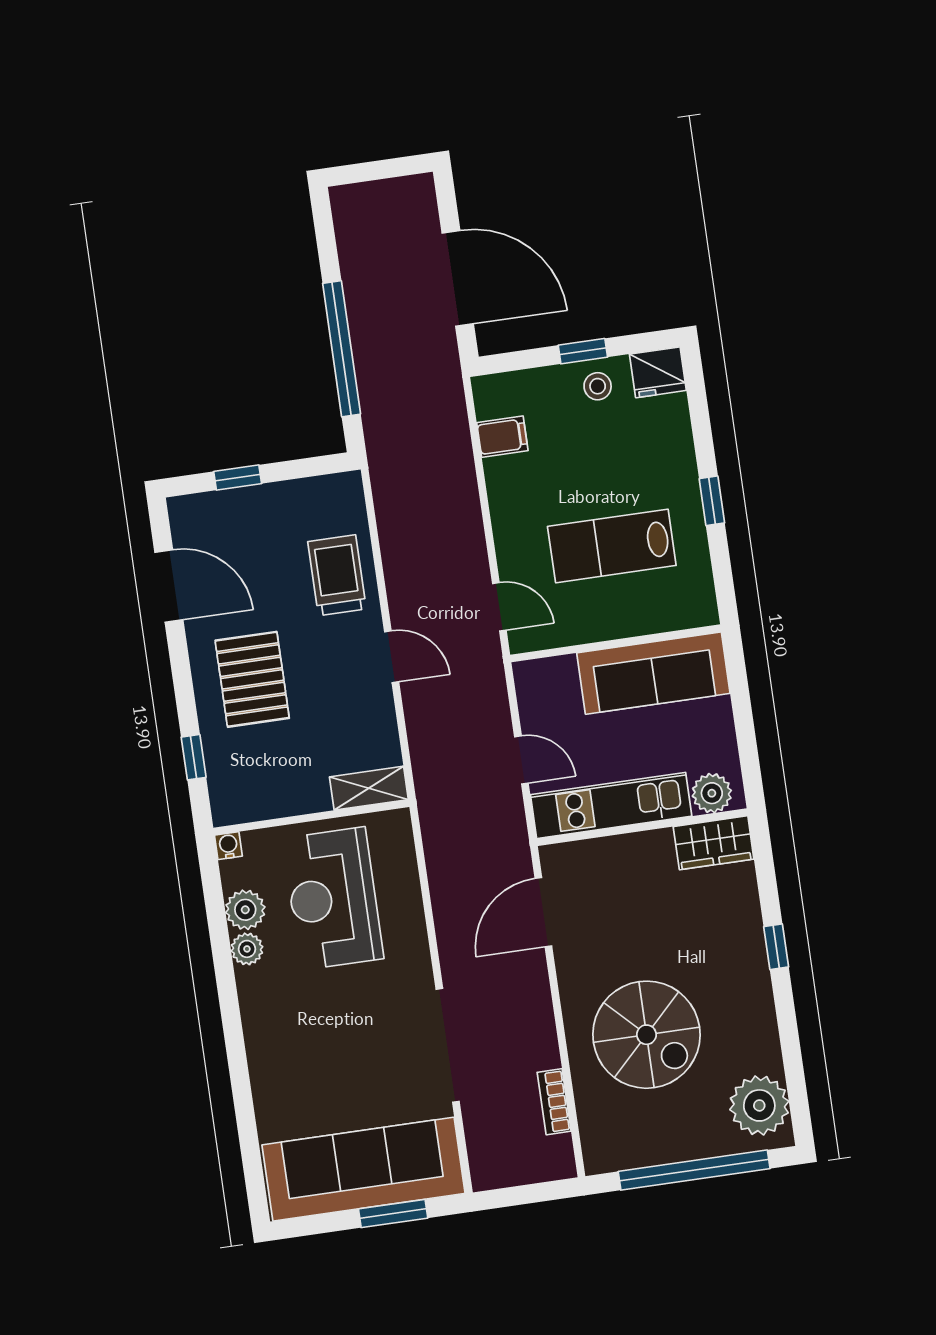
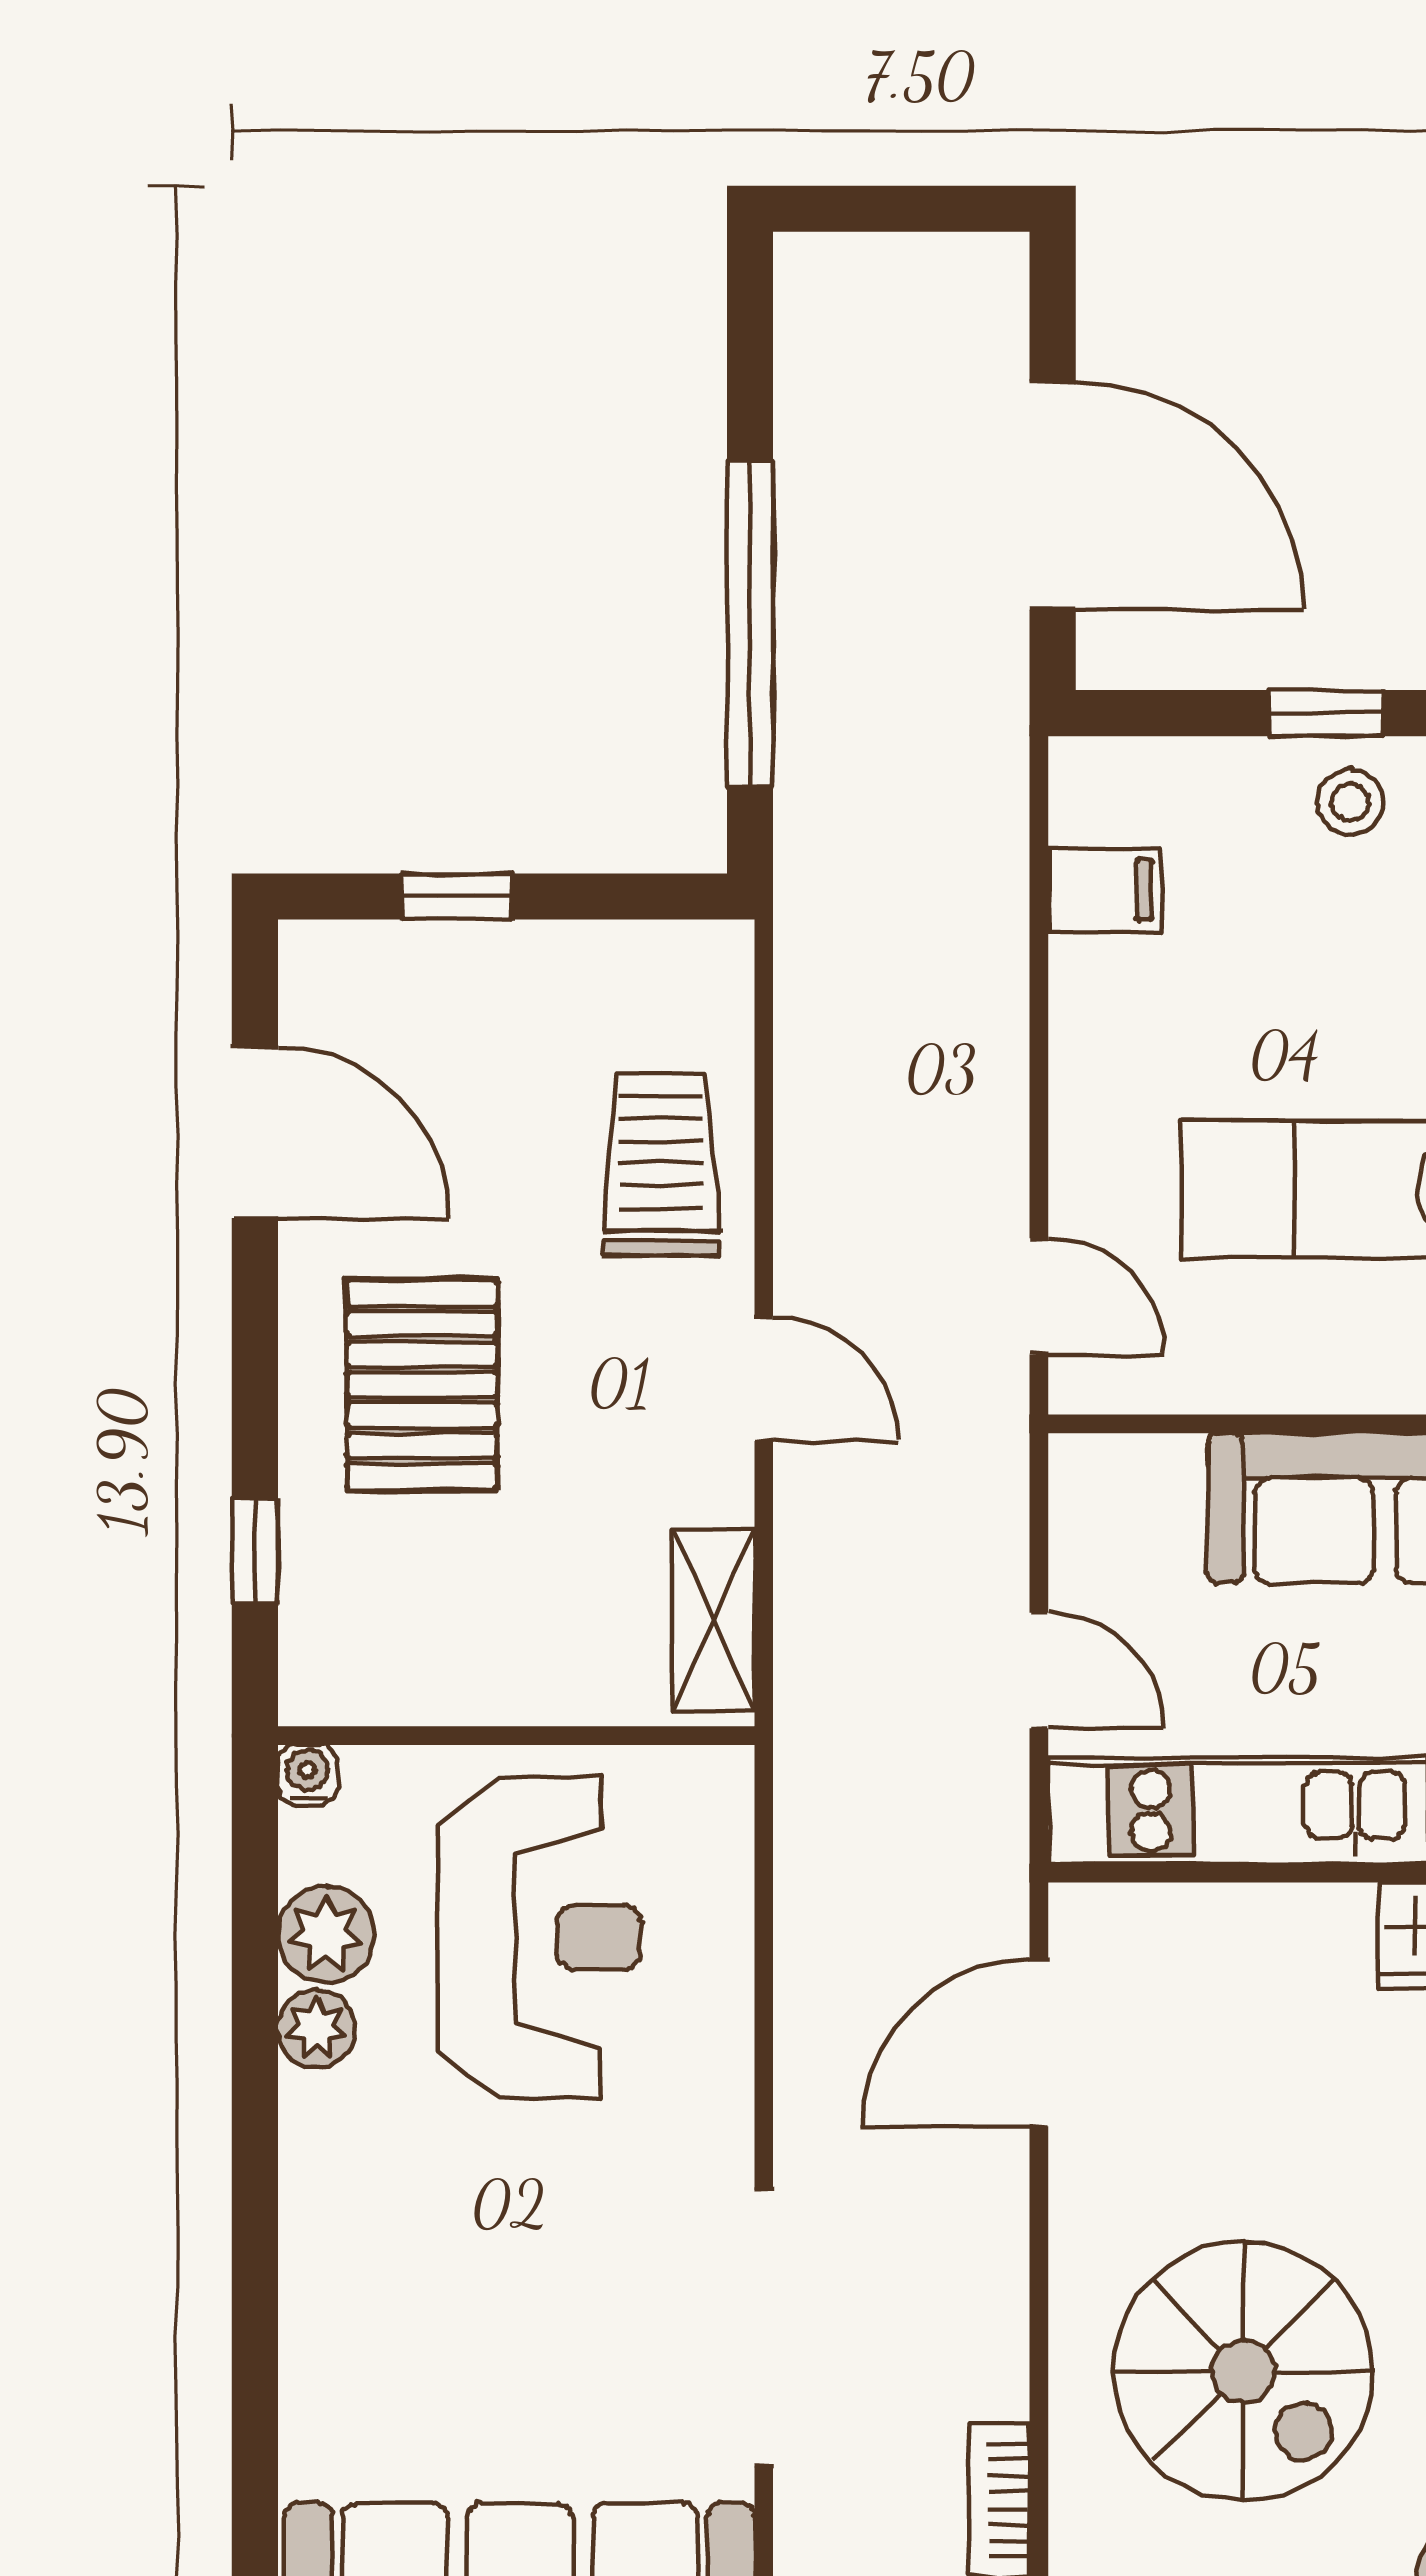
shelving: (369, 788) -> (714, 1620), moved, turned 90
reception desk: (333, 898) -> (540, 1937), turned 180

